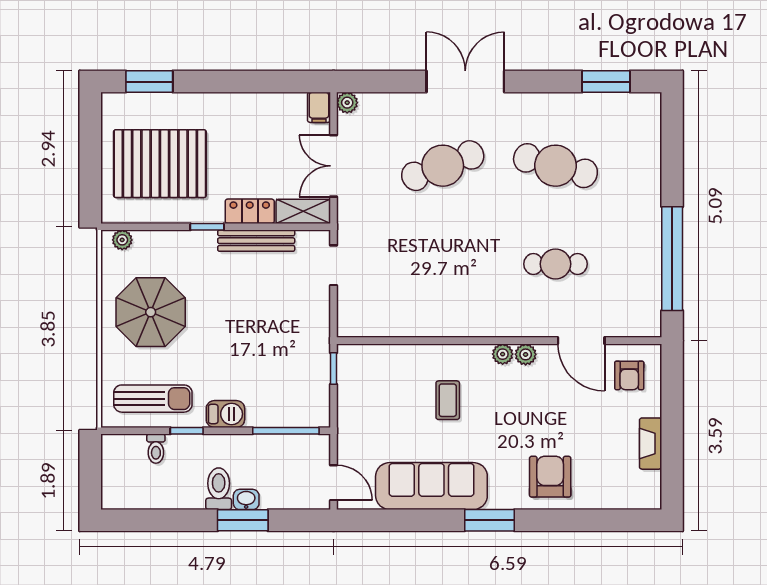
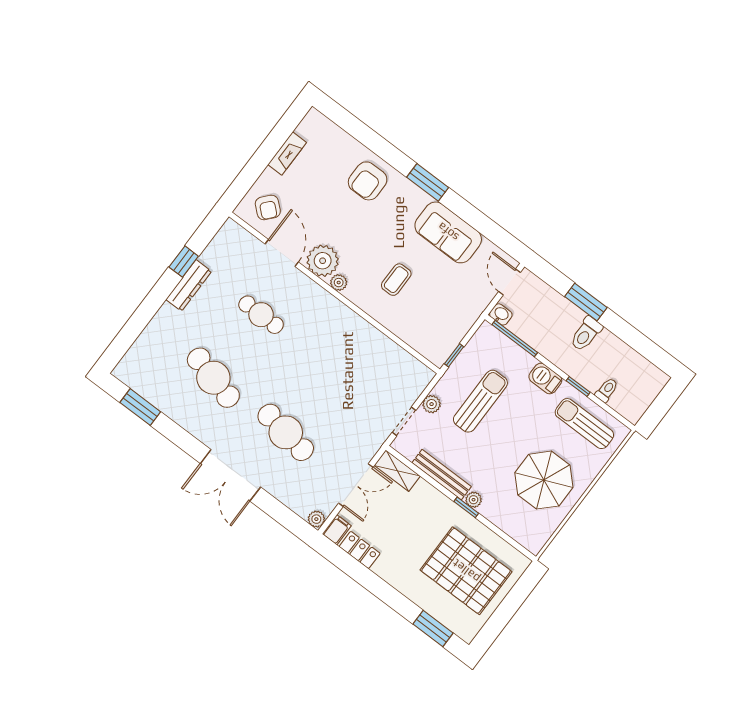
cafe table: (443, 166) -> (286, 432), turned 30
locker: (250, 211) -> (360, 550), moved, turned 180
dresser: (649, 239) -> (189, 285), added
plant: (122, 240) -> (474, 500), moved
window: (672, 259) -> (184, 262), width x0.32
plant: (319, 303) -> (432, 404), added
sun lounger: (273, 343) -> (480, 401), added
plant: (526, 354) -> (323, 261), width x1.87, depth x1.87
armchair: (629, 375) -> (268, 207), turned 131
sofa: (431, 486) -> (448, 232), width x0.73
washbasin: (246, 499) -> (501, 314), moved, turned 180

